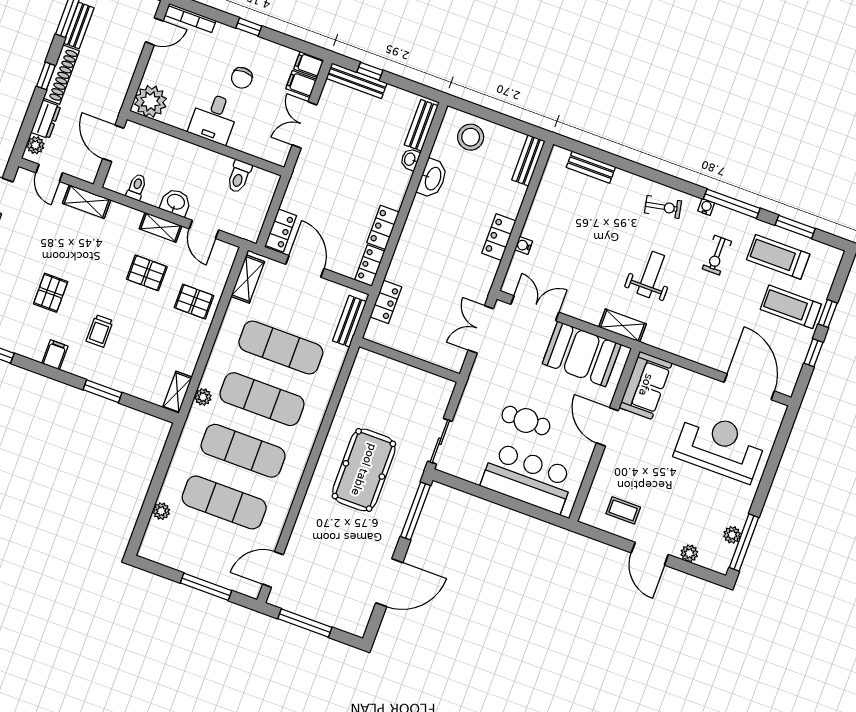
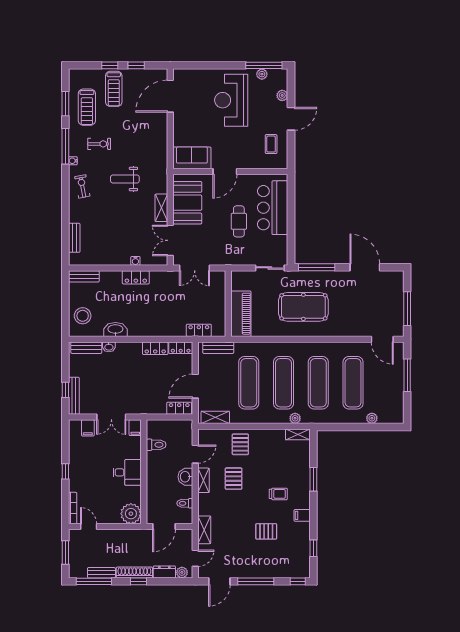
filing cabinet: (309, 65) -> (135, 428), moved
chair: (242, 78) -> (97, 465), removed
shelving: (623, 325) -> (161, 208), moved
piano: (388, 373) -> (241, 314), added
reception desk: (720, 446) -> (231, 100), moved

